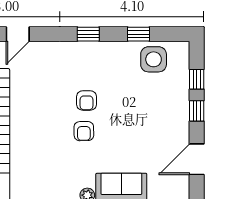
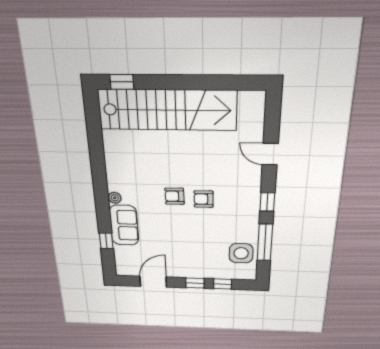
door: (18, 34) -> (270, 154), moved
window: (138, 34) -> (265, 242), width x2.17
door: (197, 159) -> (153, 282), hinge flipped

